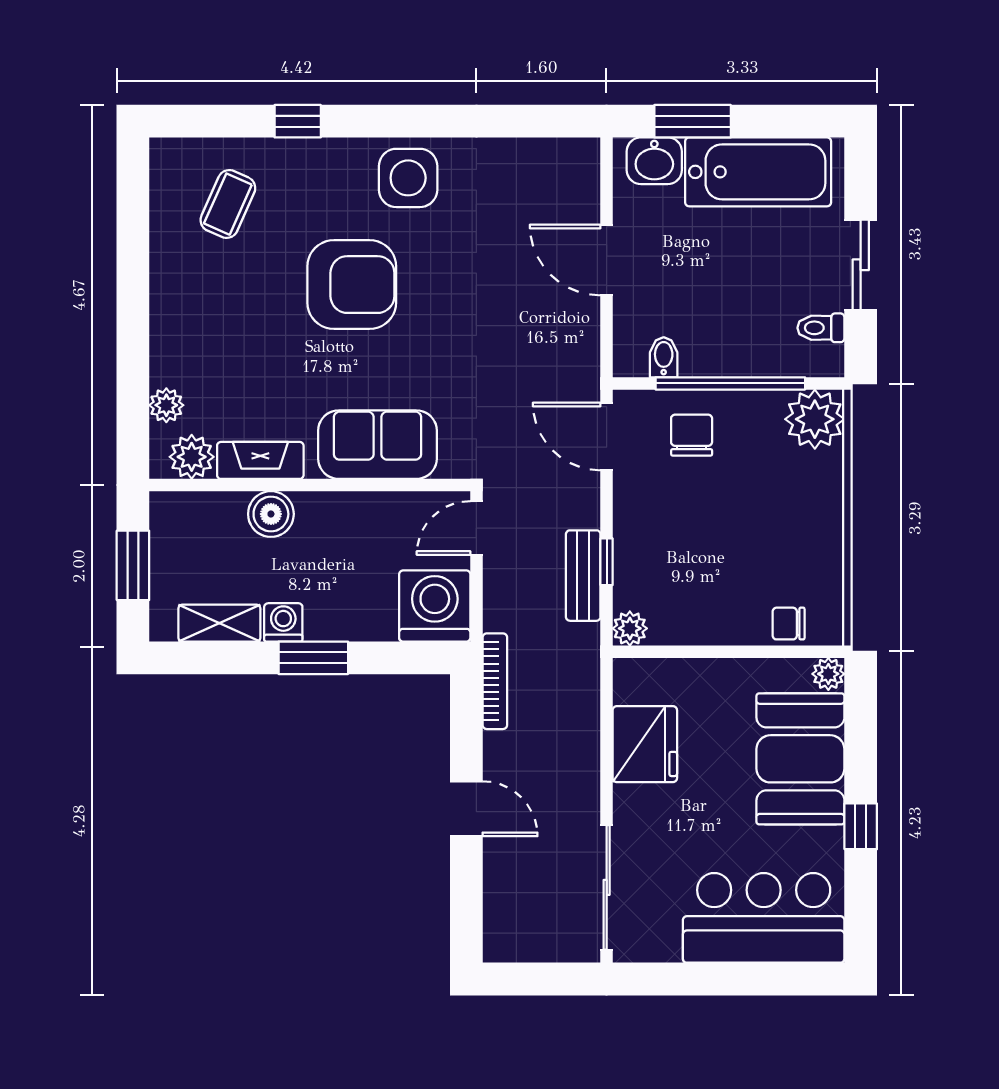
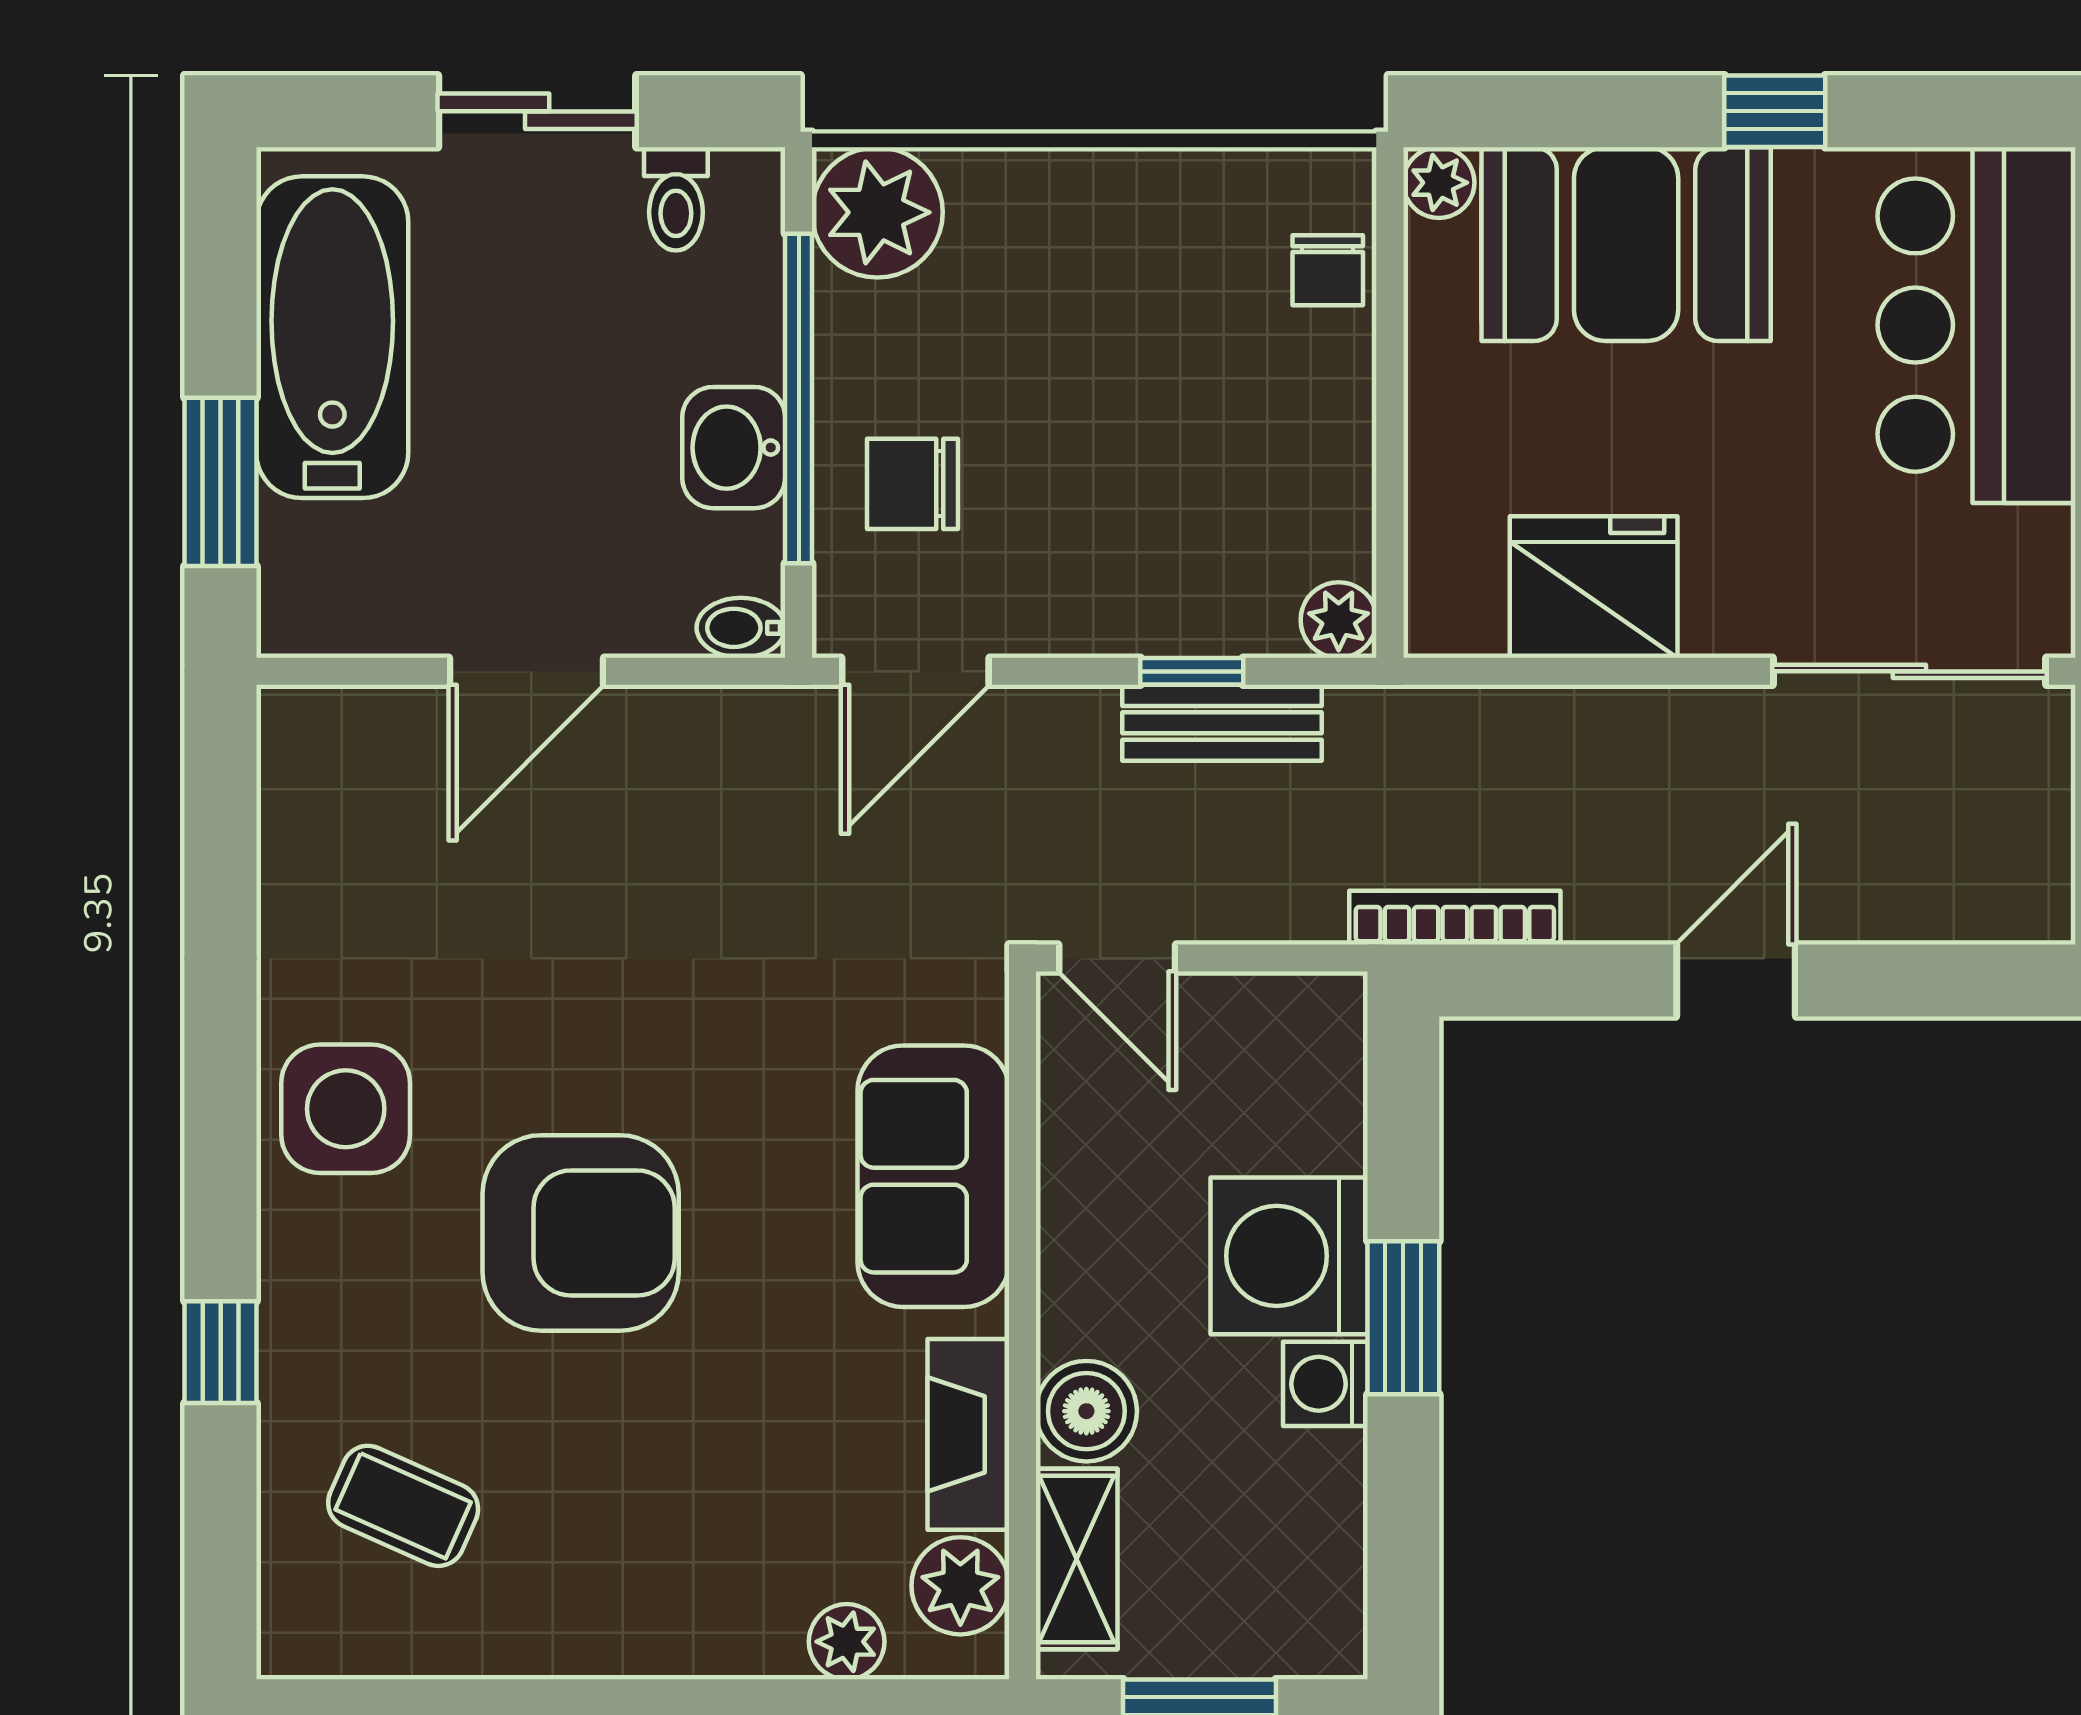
washbasin: (654, 161) -> (734, 448), moved, turned 180
armchair: (352, 285) -> (581, 1233), turned 90
bidet: (664, 357) -> (741, 628), moved
washing machine: (435, 606) -> (1289, 1256), moved
shelving: (219, 623) -> (1077, 1559), moved

